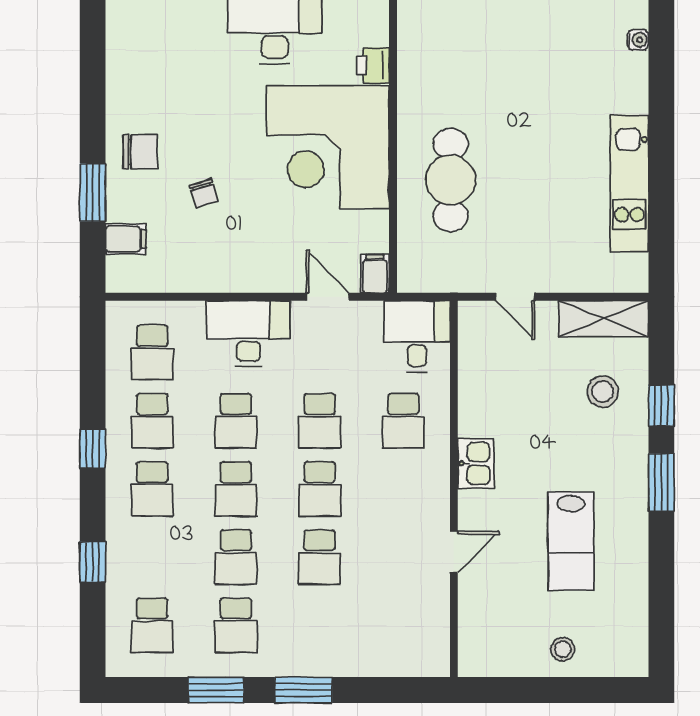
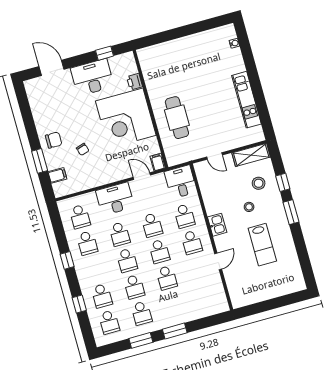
school desk: (152, 489) -> (102, 296), moved
school desk: (403, 489) -> (192, 242), added
stool: (563, 649) -> (249, 207), moved

